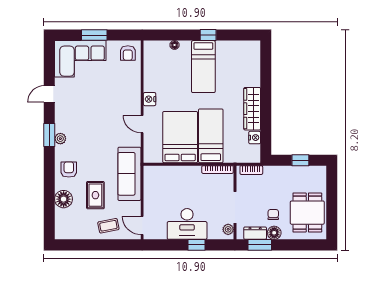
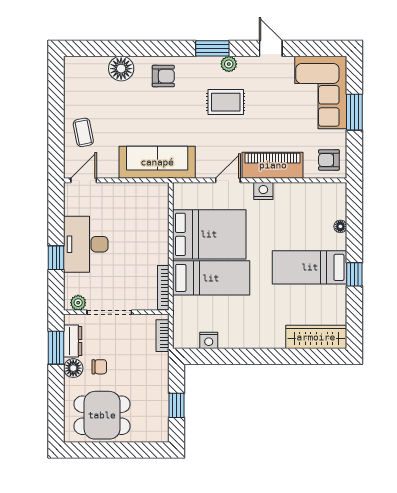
piano: (131, 93) -> (273, 165), added
wardrobe: (252, 109) -> (316, 337), moved
plant: (60, 139) -> (229, 64), moved
rug: (95, 195) -> (226, 102), moved

